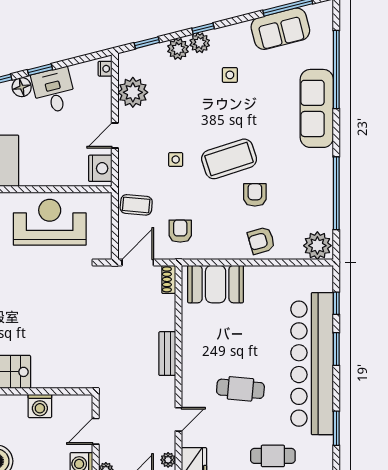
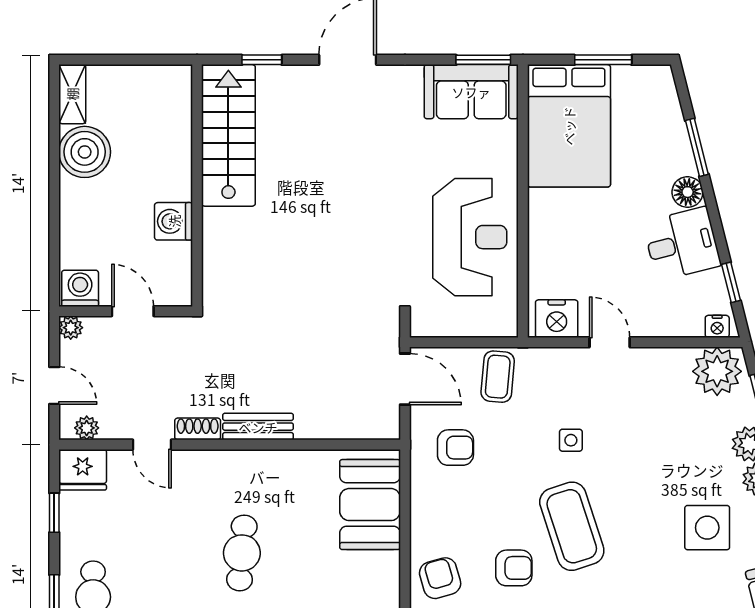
window: (40, 70) -> (731, 282), moved
side table: (230, 75) -> (707, 528), width x1.87, depth x1.87
plant: (133, 92) -> (717, 371), moved
shoe rack: (169, 279) -> (198, 429), moved
cafe table: (240, 389) -> (242, 553), moved

